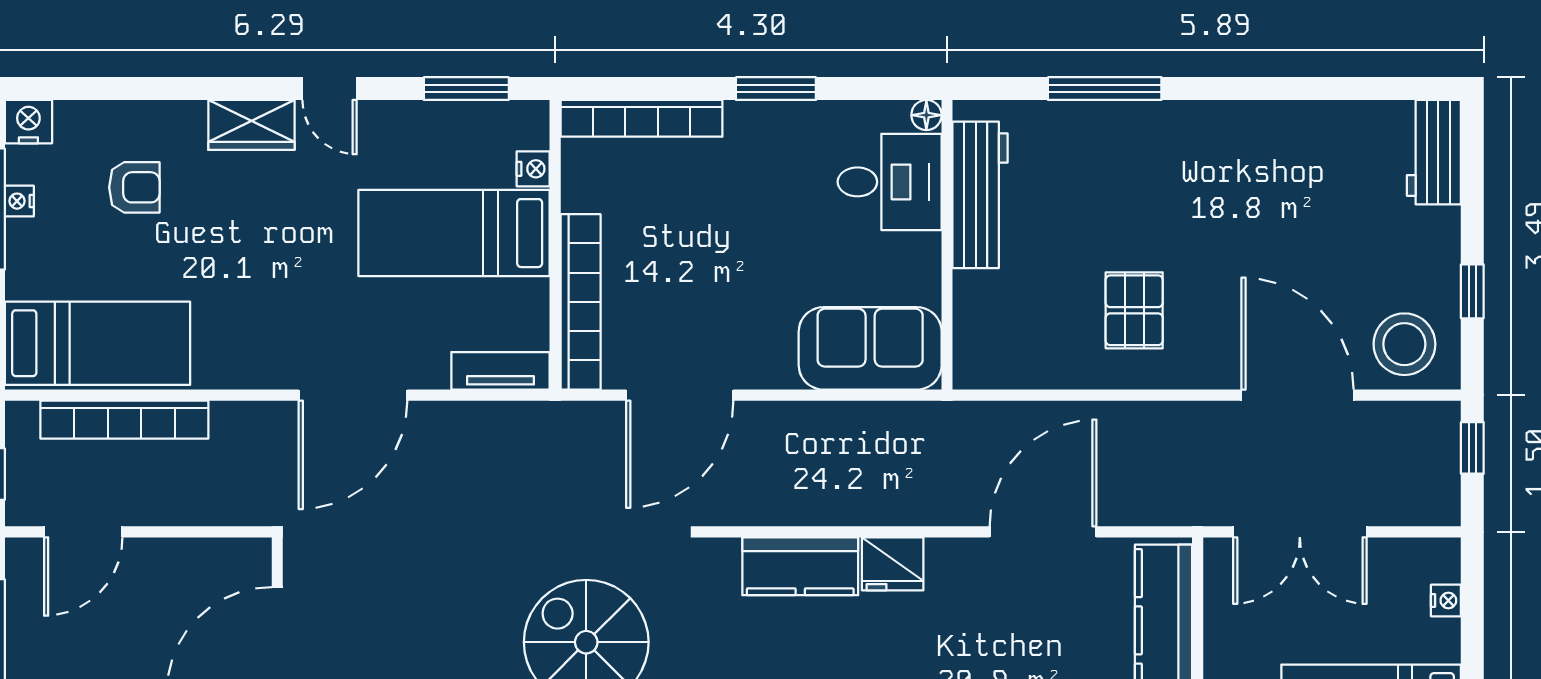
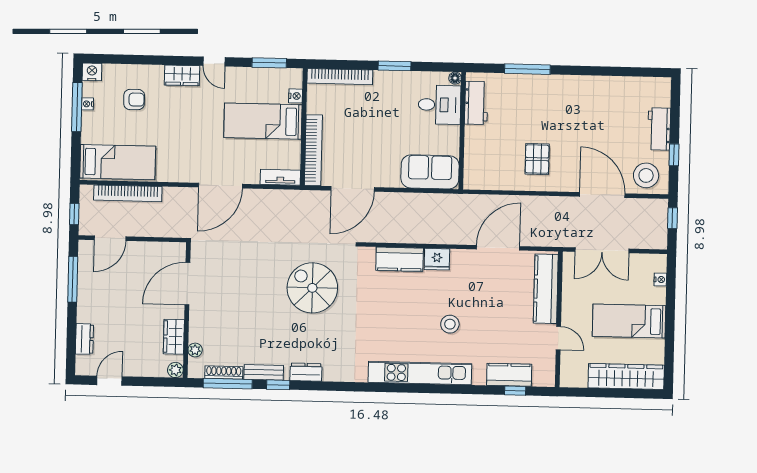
workbench: (1434, 152) -> (659, 129), moved
workbench: (980, 195) -> (476, 103), width x0.73

